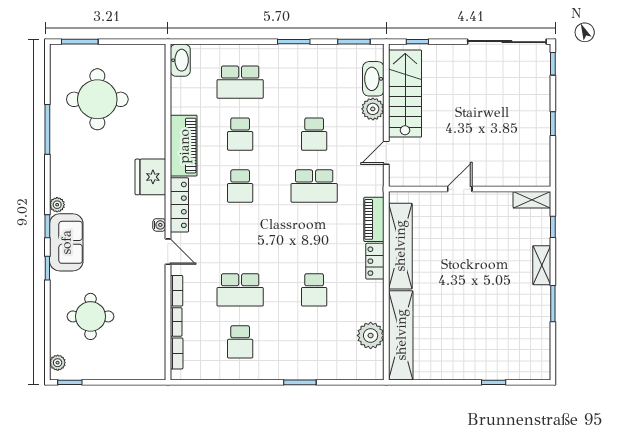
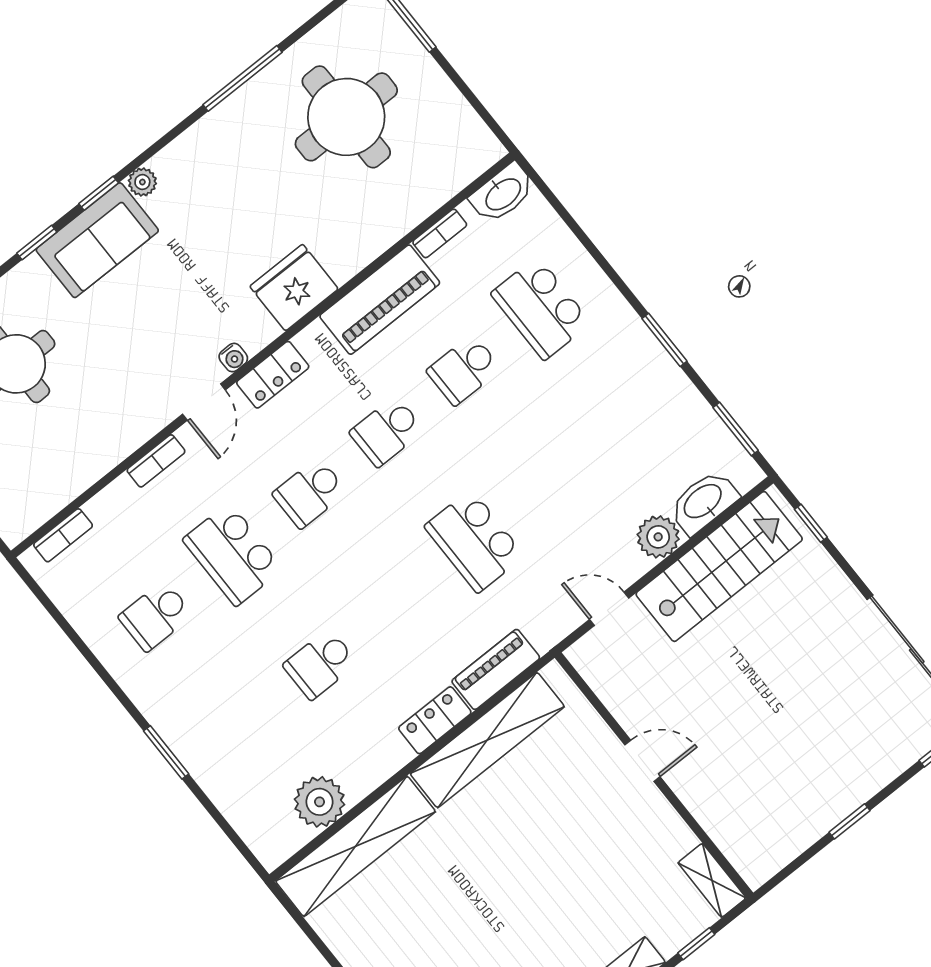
school desk: (314, 134) -> (310, 493), moved
locker: (179, 205) -> (273, 375), width x0.66
bookcase: (176, 322) -> (440, 233), moved

